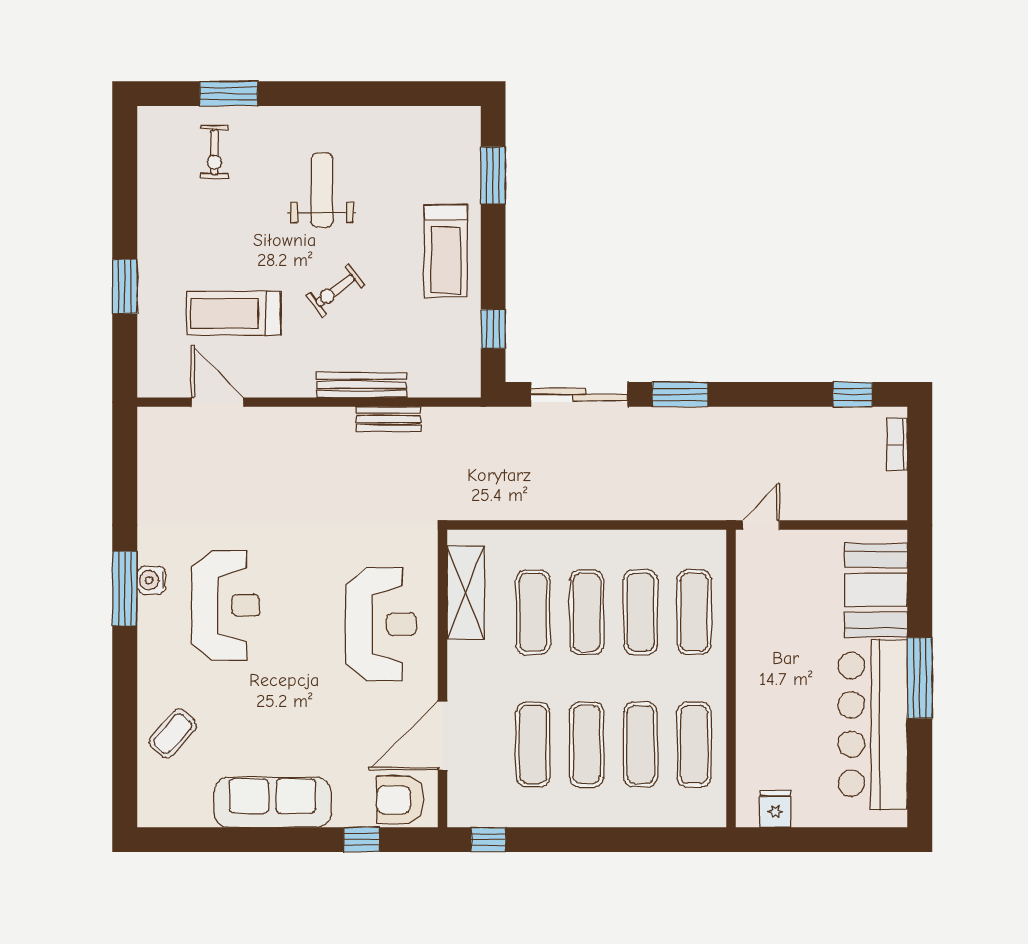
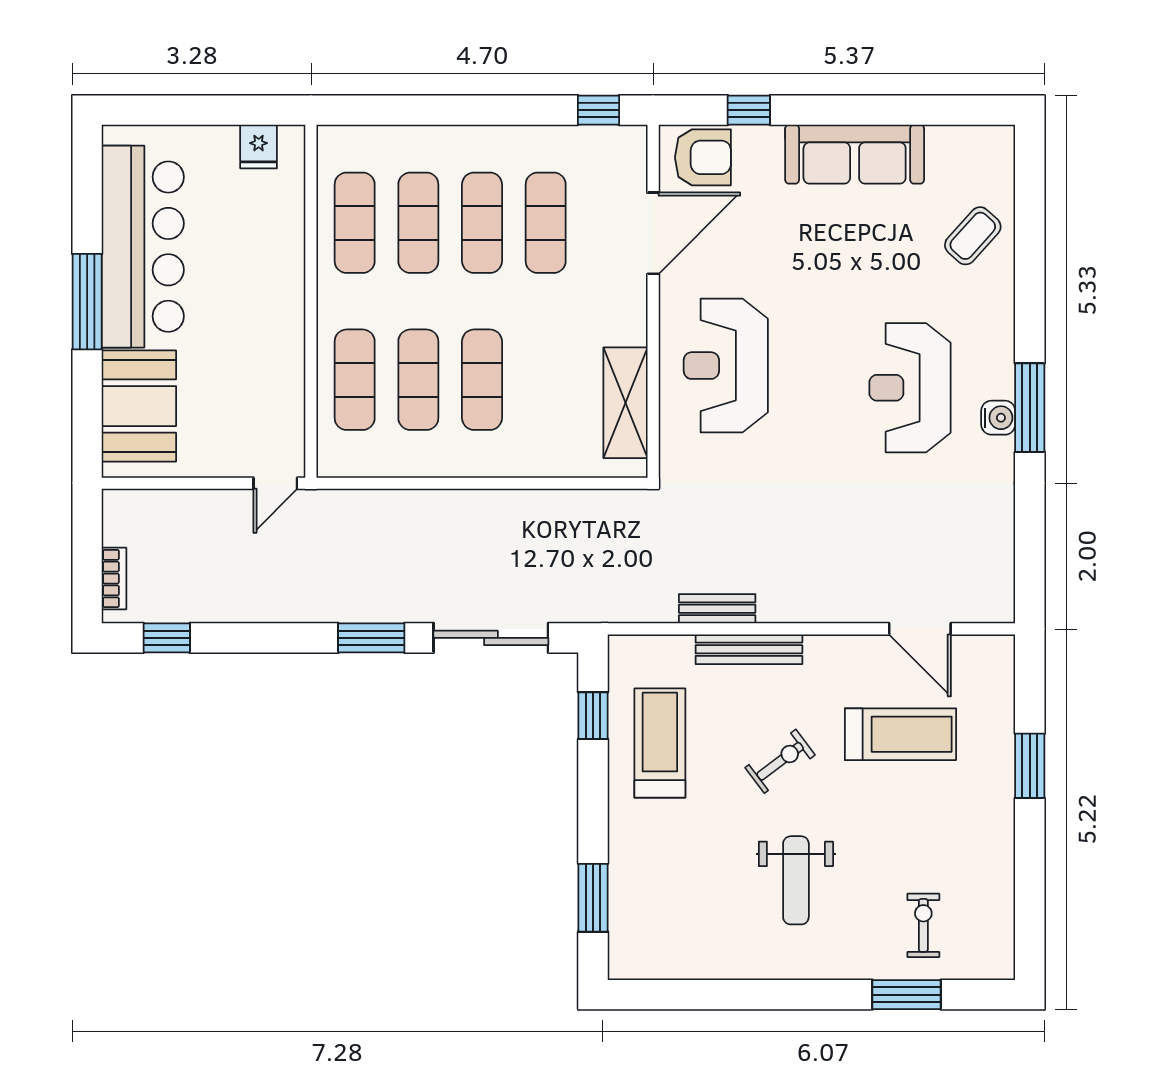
treadmill: (446, 251) -> (660, 743), moved
exercise mat: (533, 612) -> (546, 380), removed

